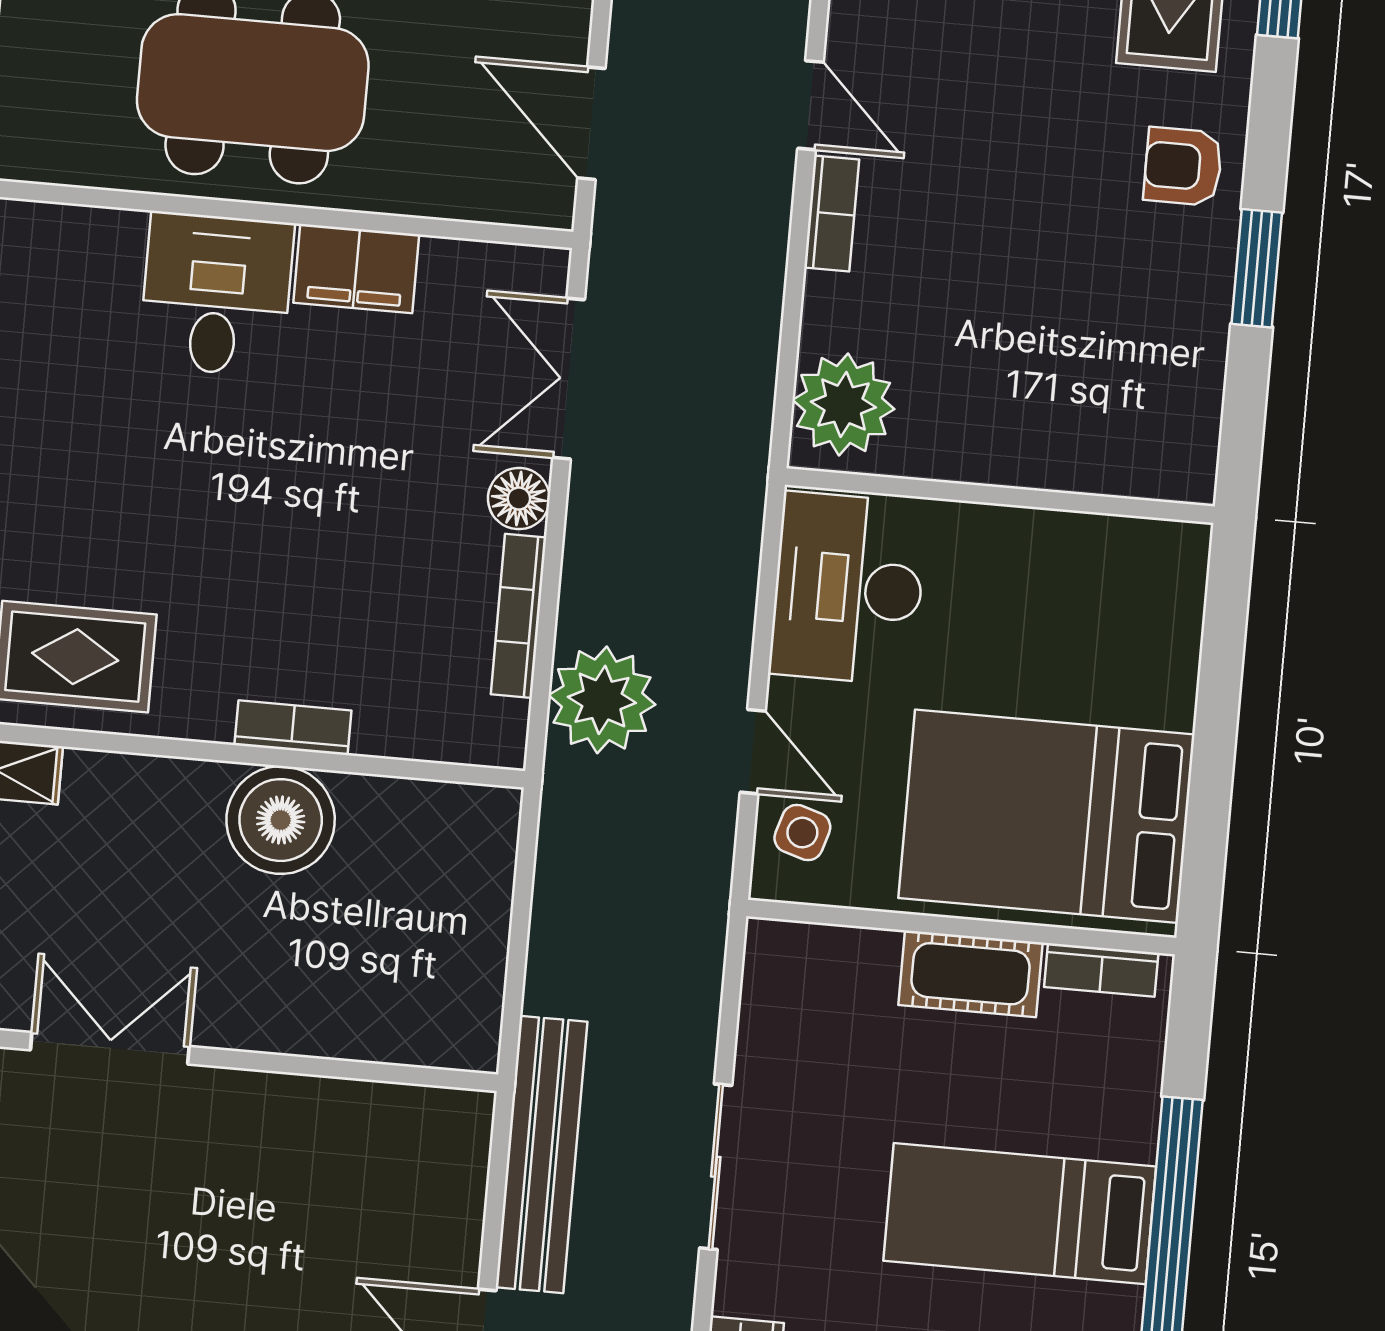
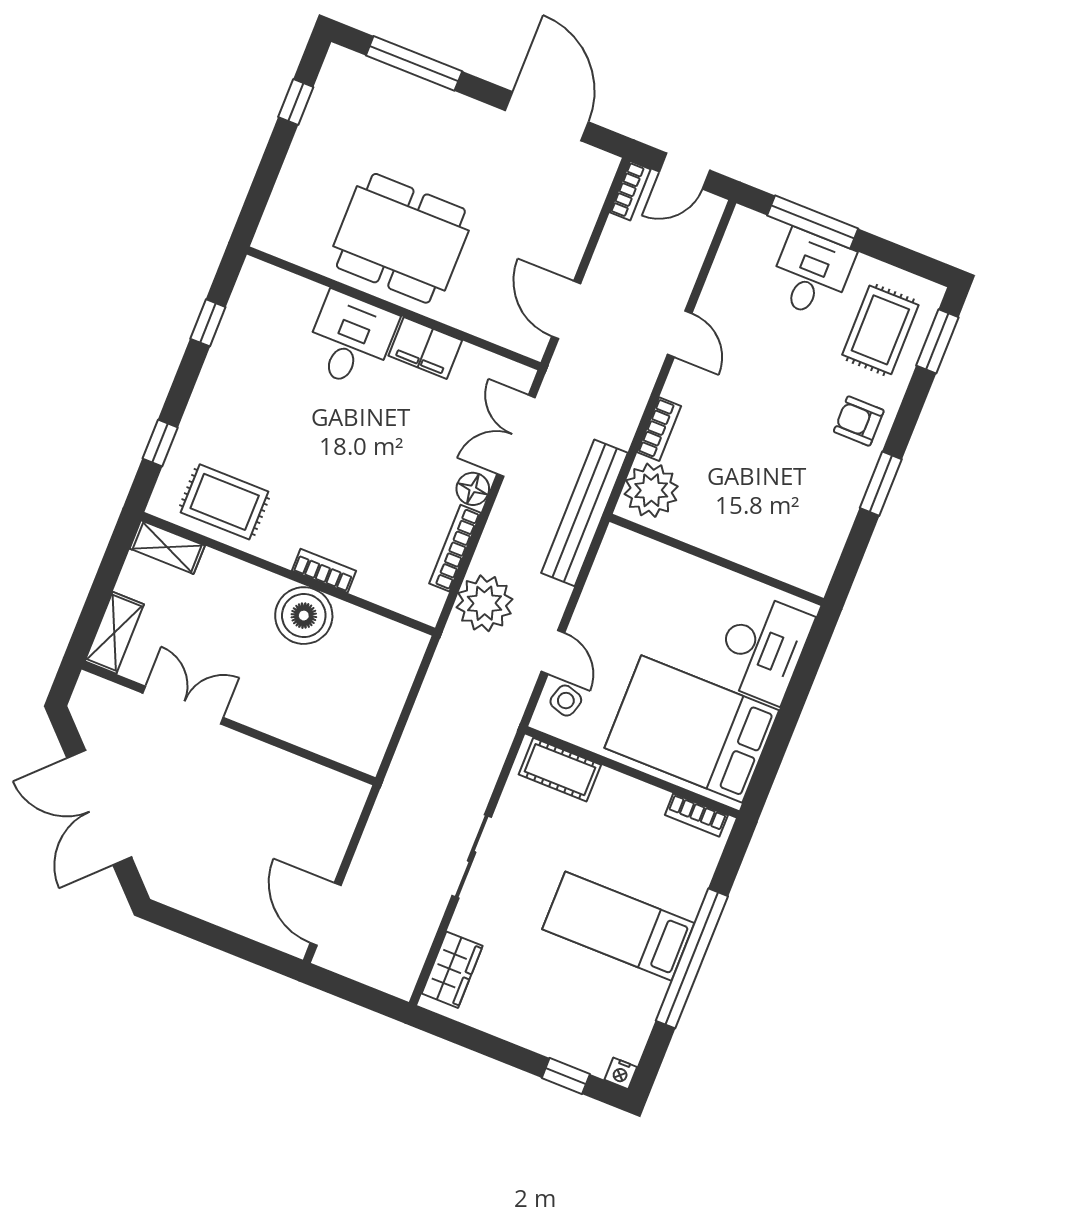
bookcase: (832, 213) -> (659, 429), moved
desk: (848, 588) -> (763, 648), moved, turned 180
cot: (971, 974) -> (560, 770), moved
bench: (542, 1155) -> (584, 513), moved

